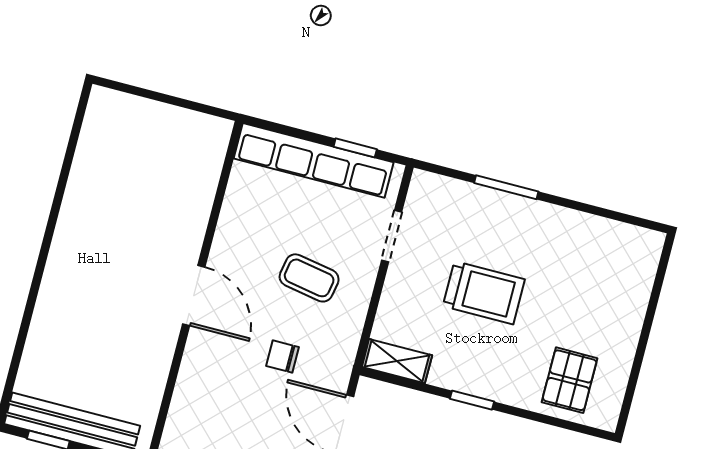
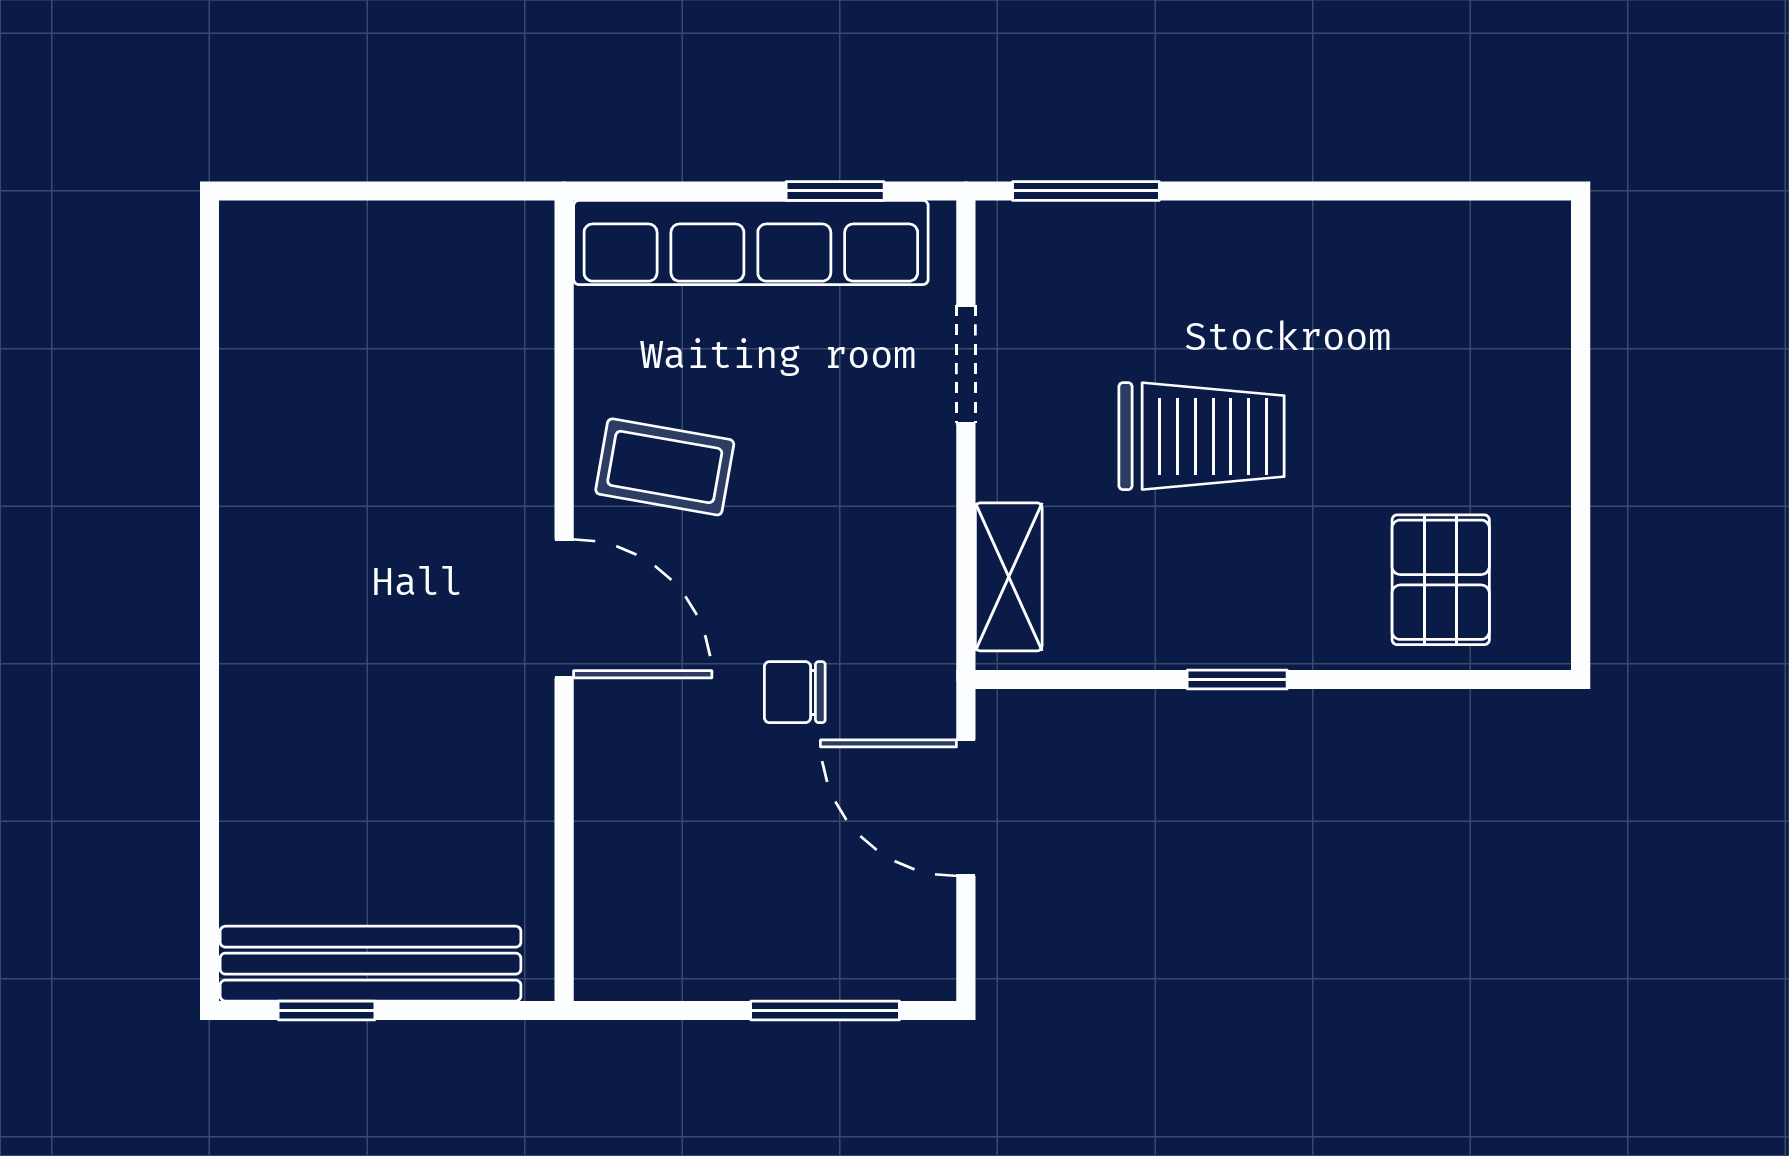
window: (506, 187) -> (1086, 191), moved
coffee table: (309, 278) -> (665, 467), moved
shelving: (397, 361) -> (1009, 577), moved, turned 90

